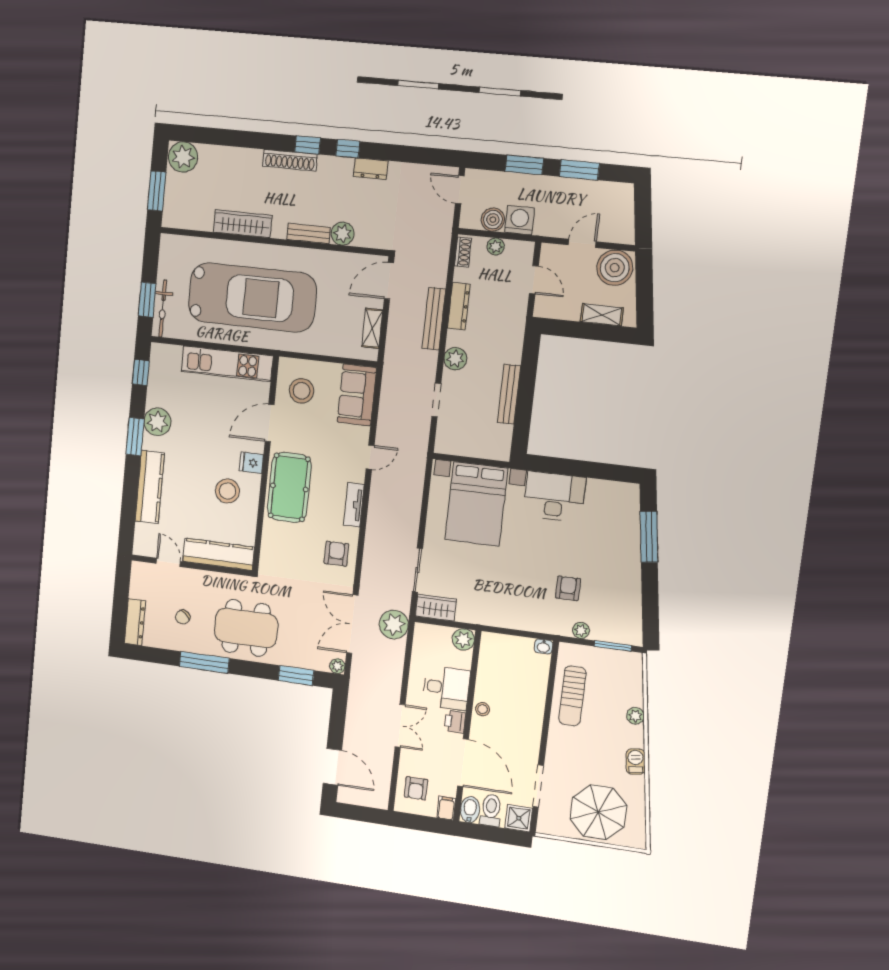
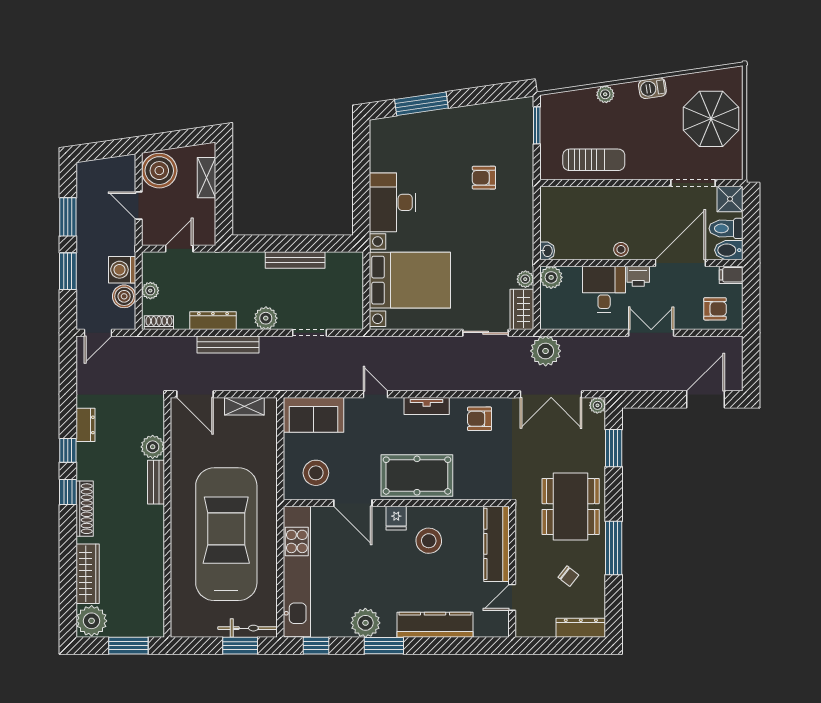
wardrobe: (243, 224) -> (88, 574), moved, turned 180
kitchen unit: (227, 364) -> (297, 571), width x1.36
plant: (581, 630) -> (525, 279), moved
washbasin: (543, 647) -> (547, 251), moved

